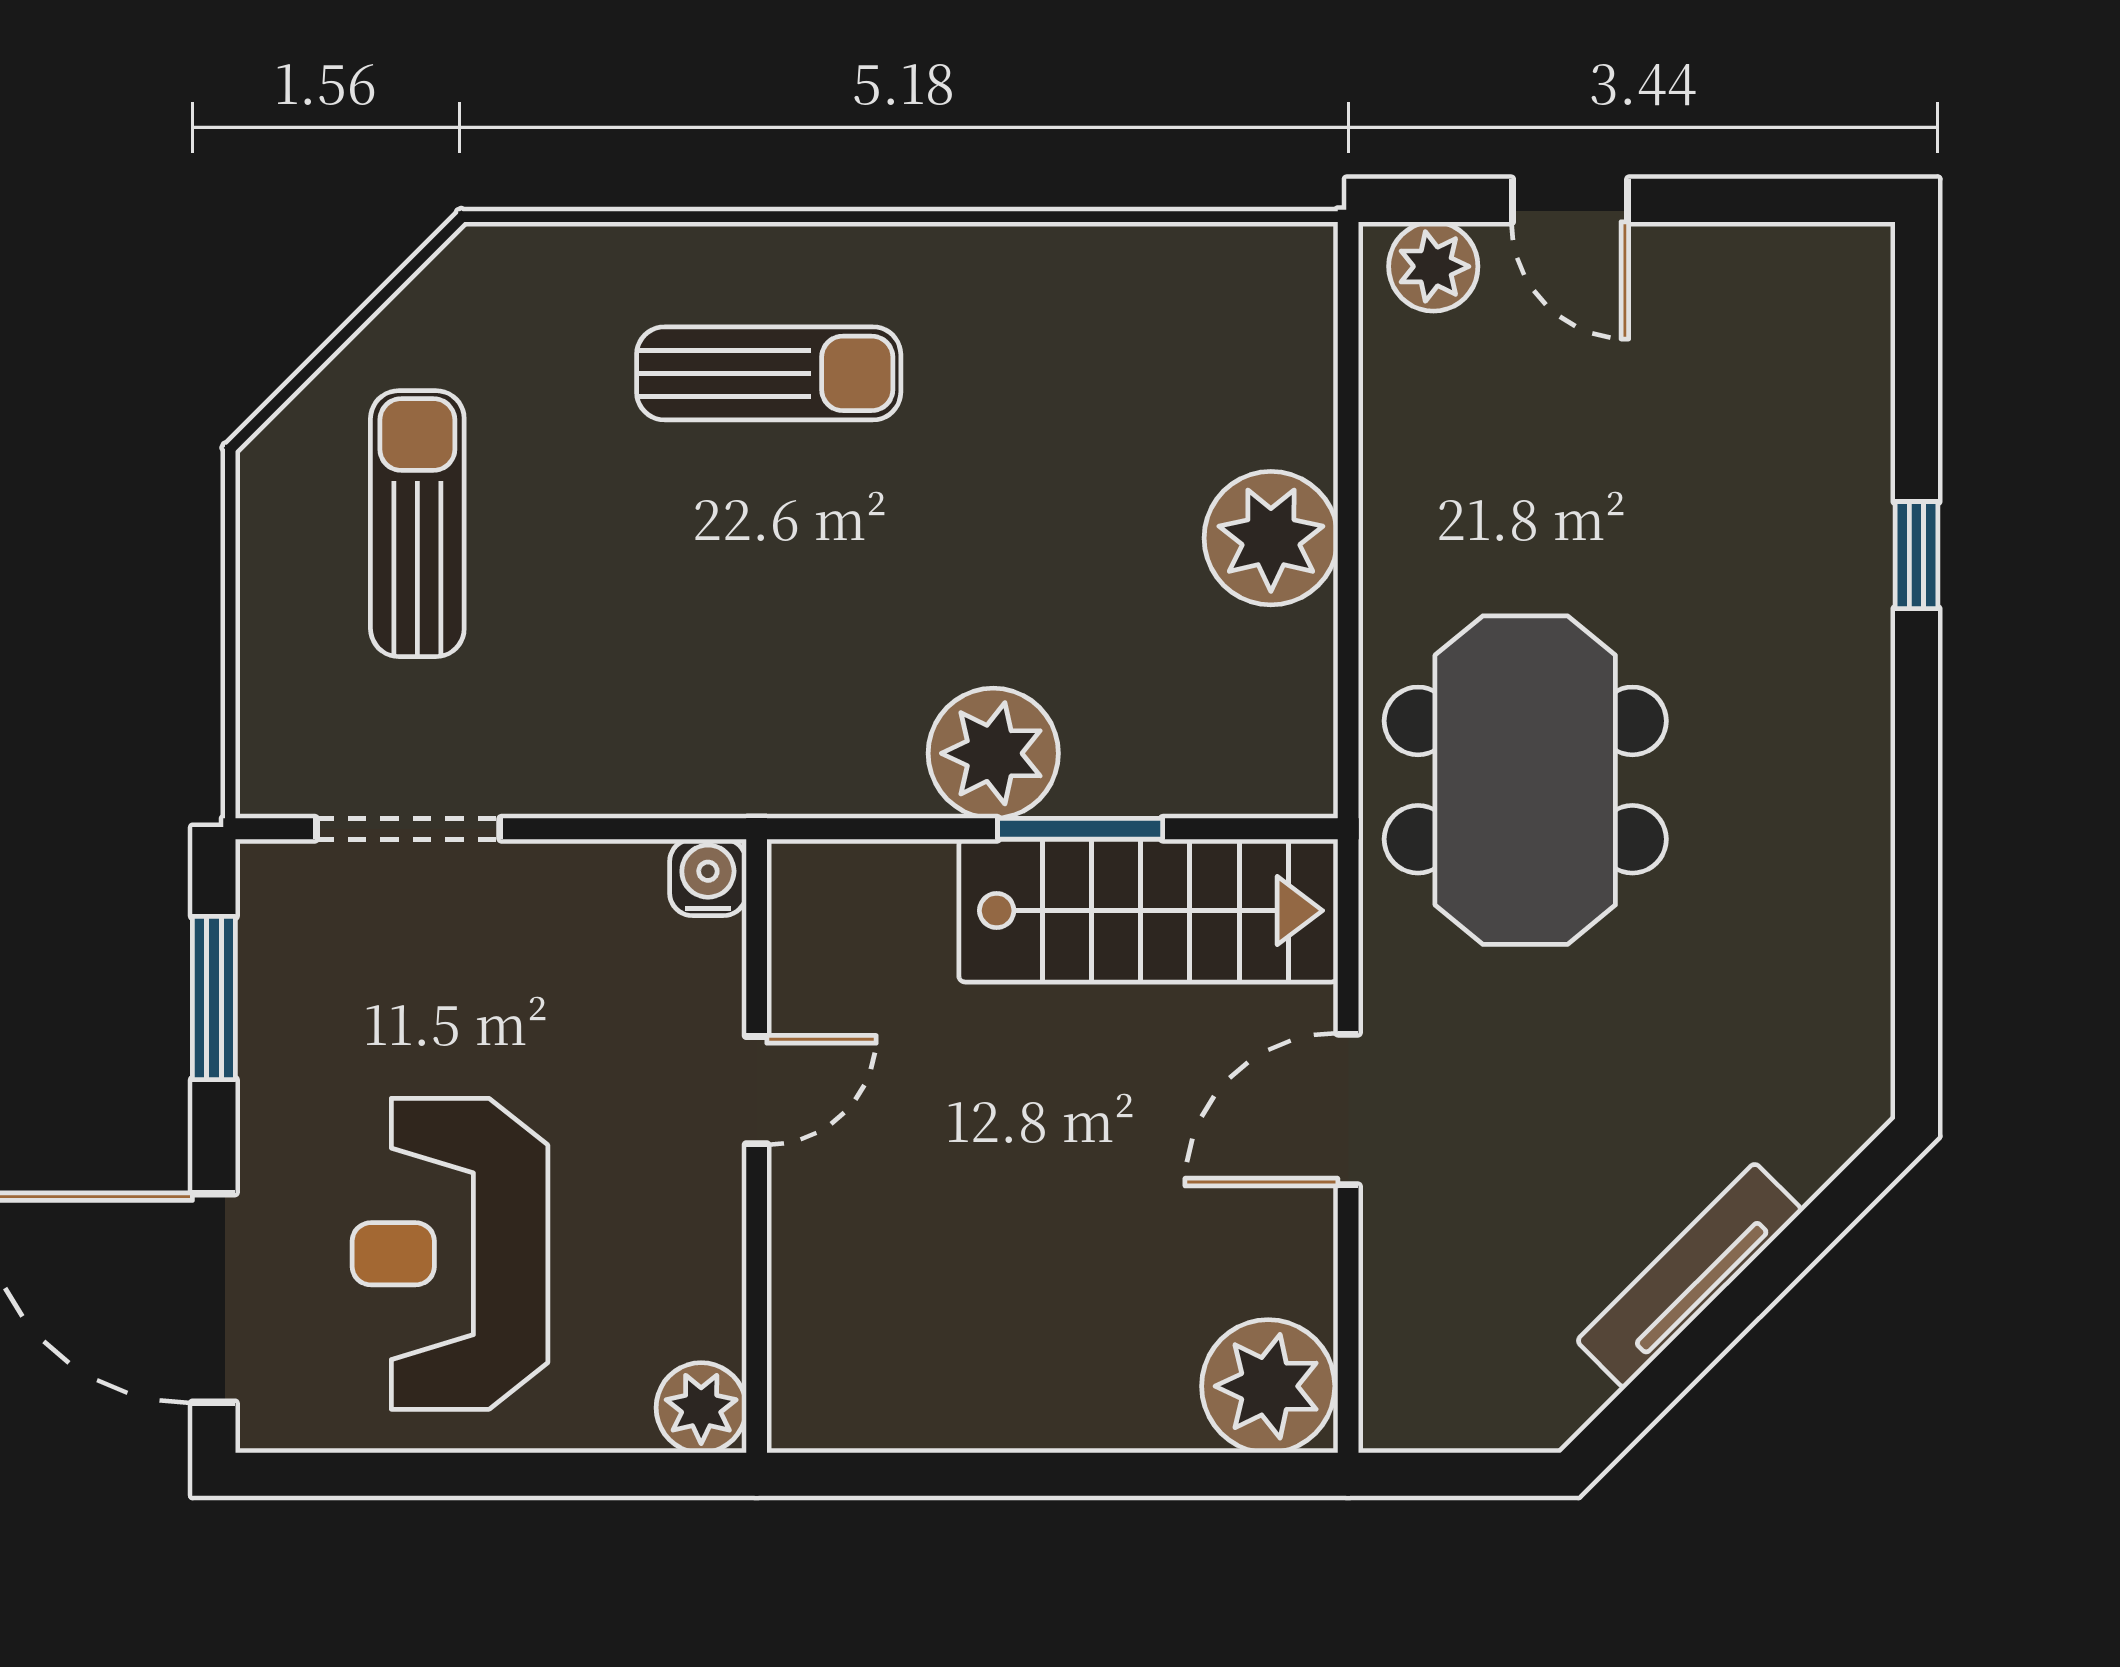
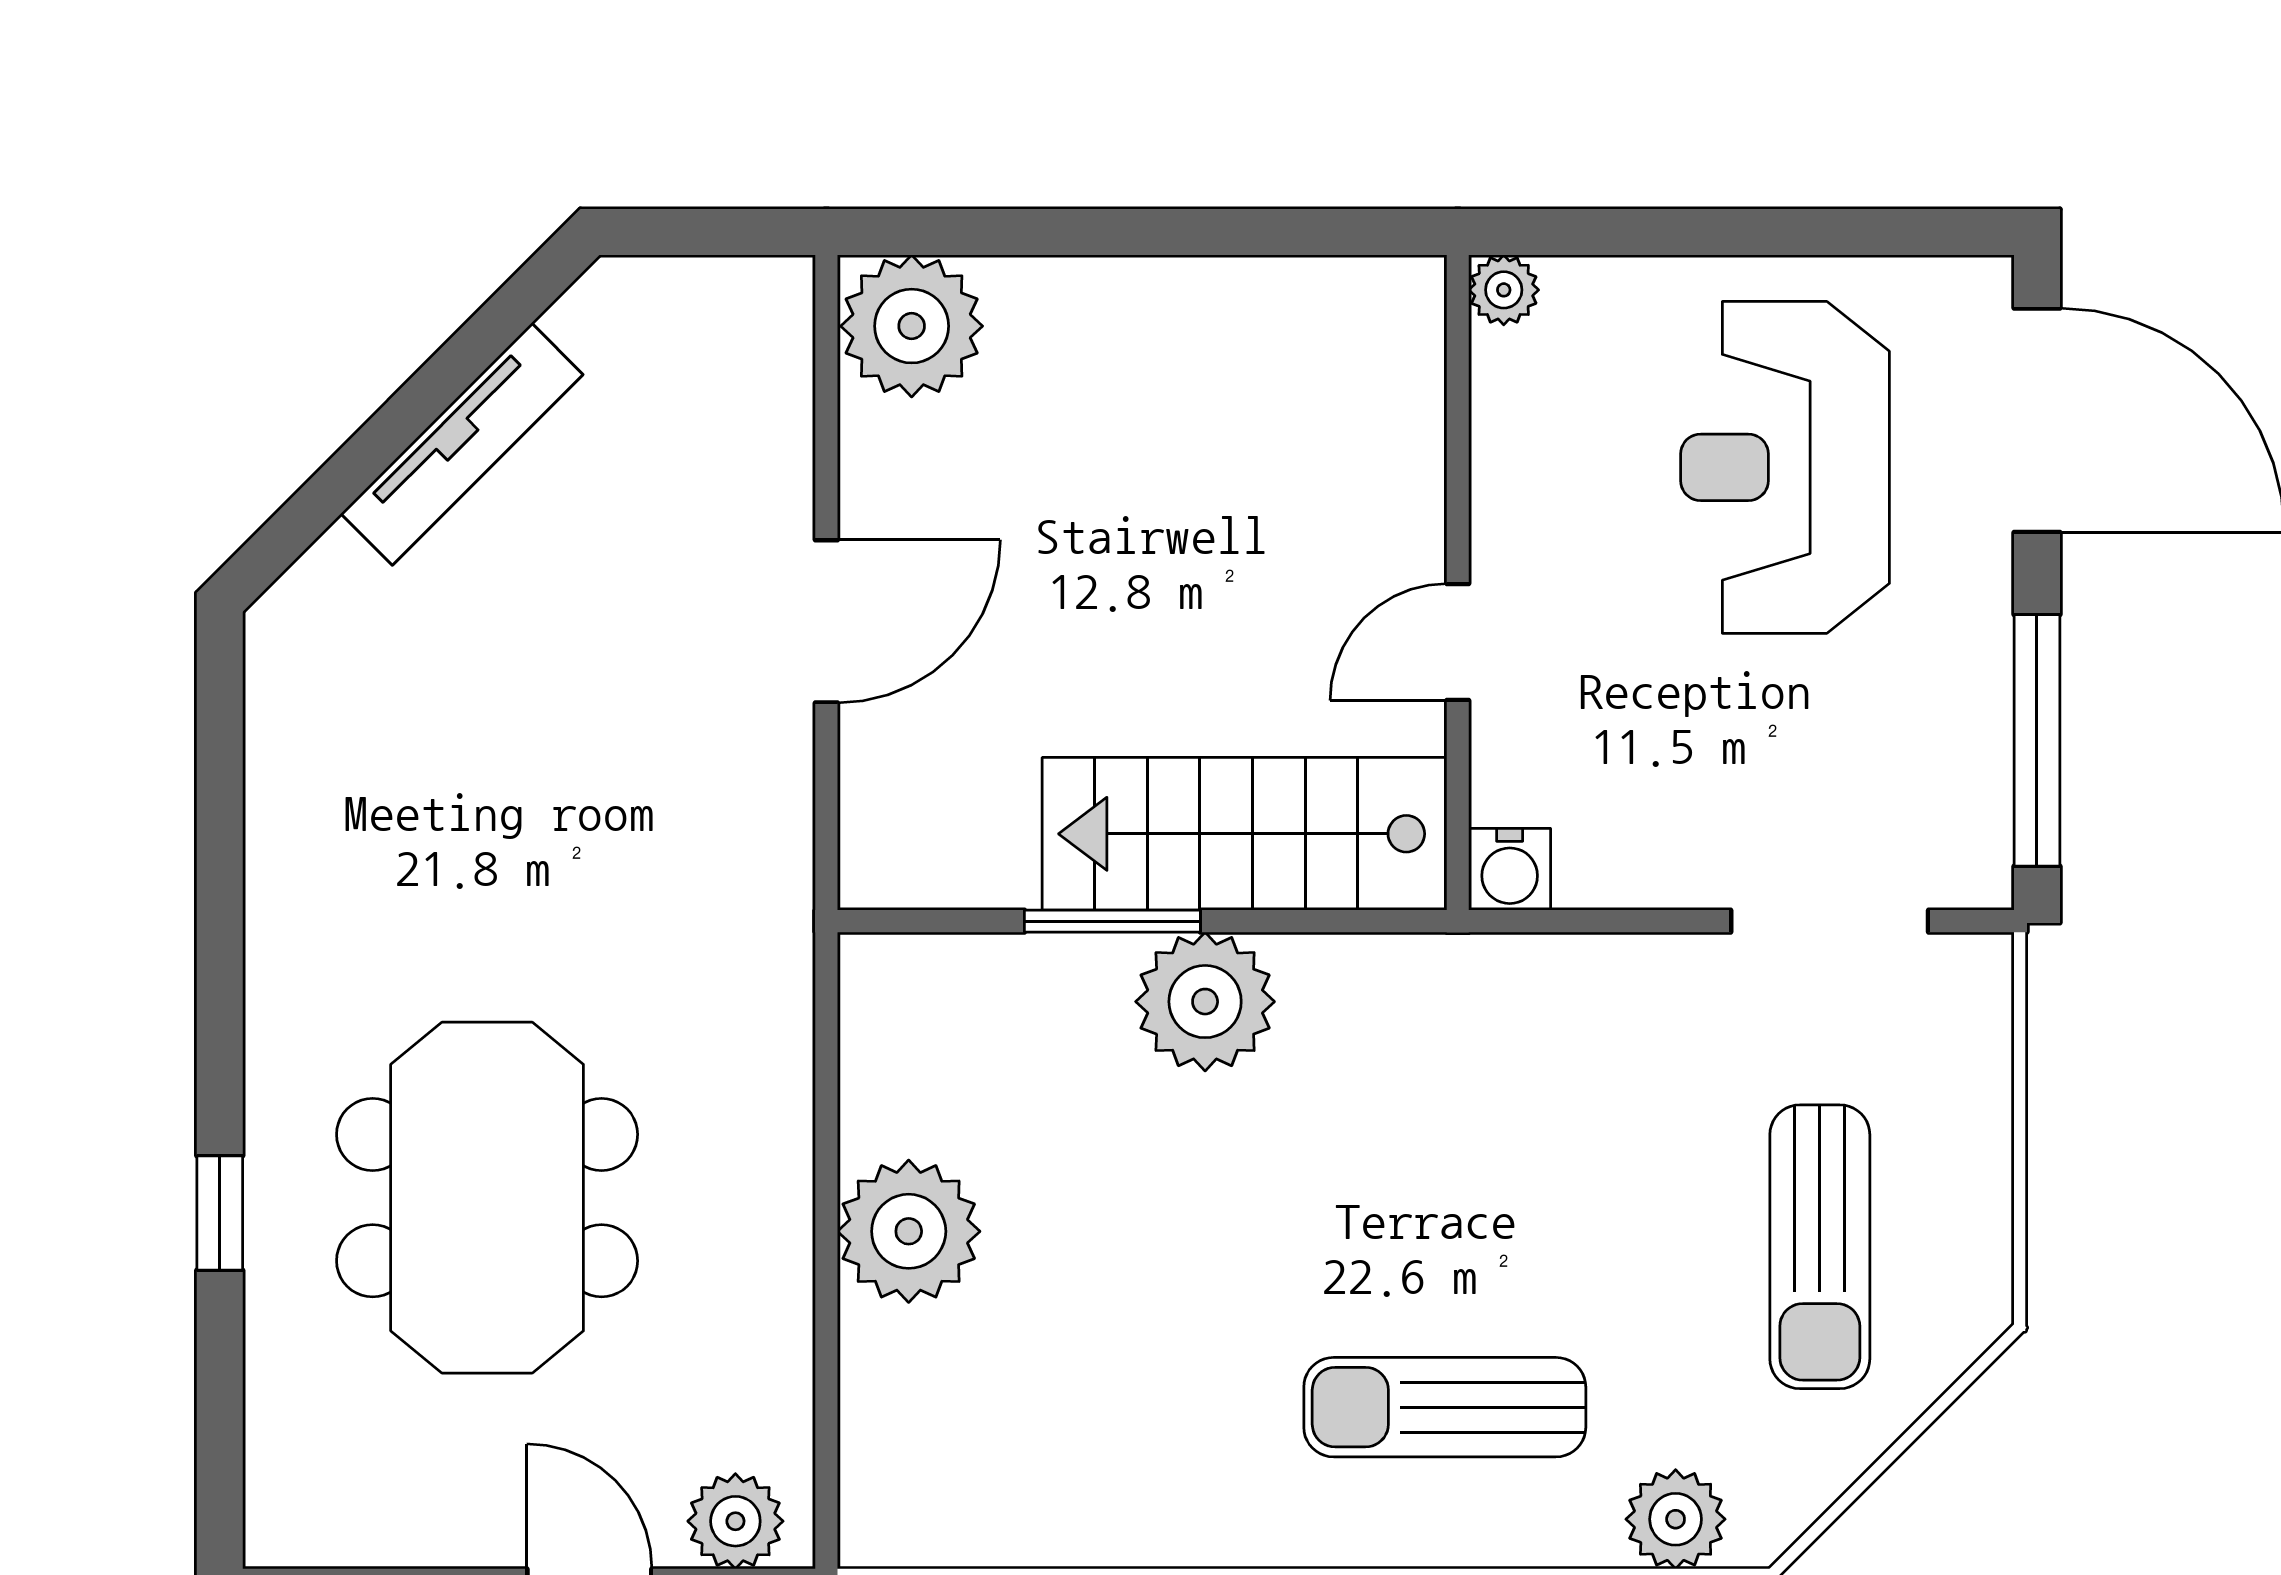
plant: (553, 268) -> (1676, 1519), added
meeting table: (1525, 780) -> (487, 1198), moved
stairs: (1148, 911) -> (1244, 834), moved
window: (214, 998) -> (2037, 740), width x1.44
reception desk: (450, 1254) -> (1785, 467), turned 180
plant: (701, 1408) -> (1504, 290), width x0.73, depth x0.73

